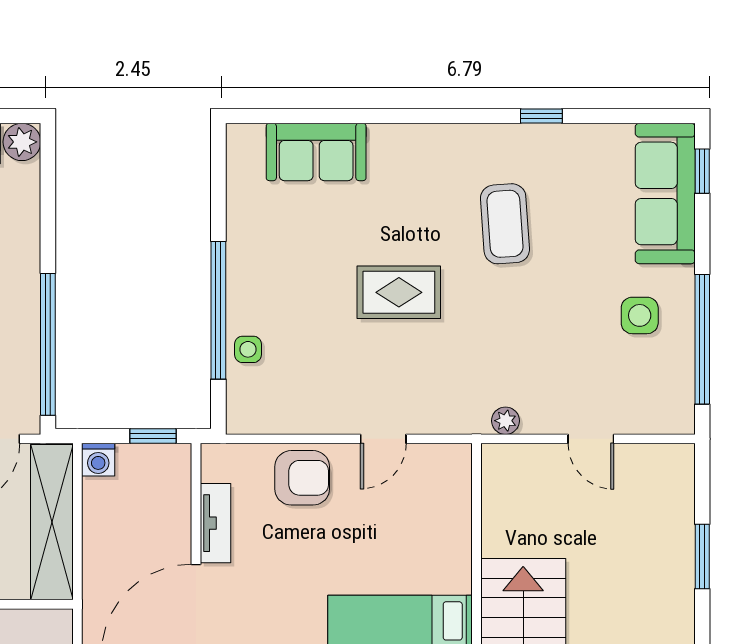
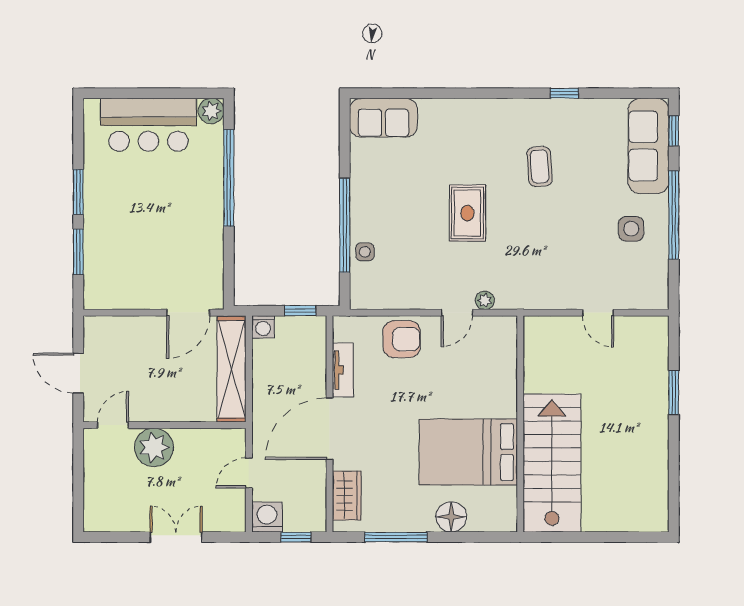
sofa: (316, 152) -> (383, 118), moved
coffee table: (505, 224) -> (540, 167), width x0.73, depth x0.77
rug: (399, 292) -> (467, 213), turned 90
window: (702, 339) -> (674, 215), moved
window: (48, 344) -> (229, 178), moved
plant: (505, 421) -> (485, 300), moved

